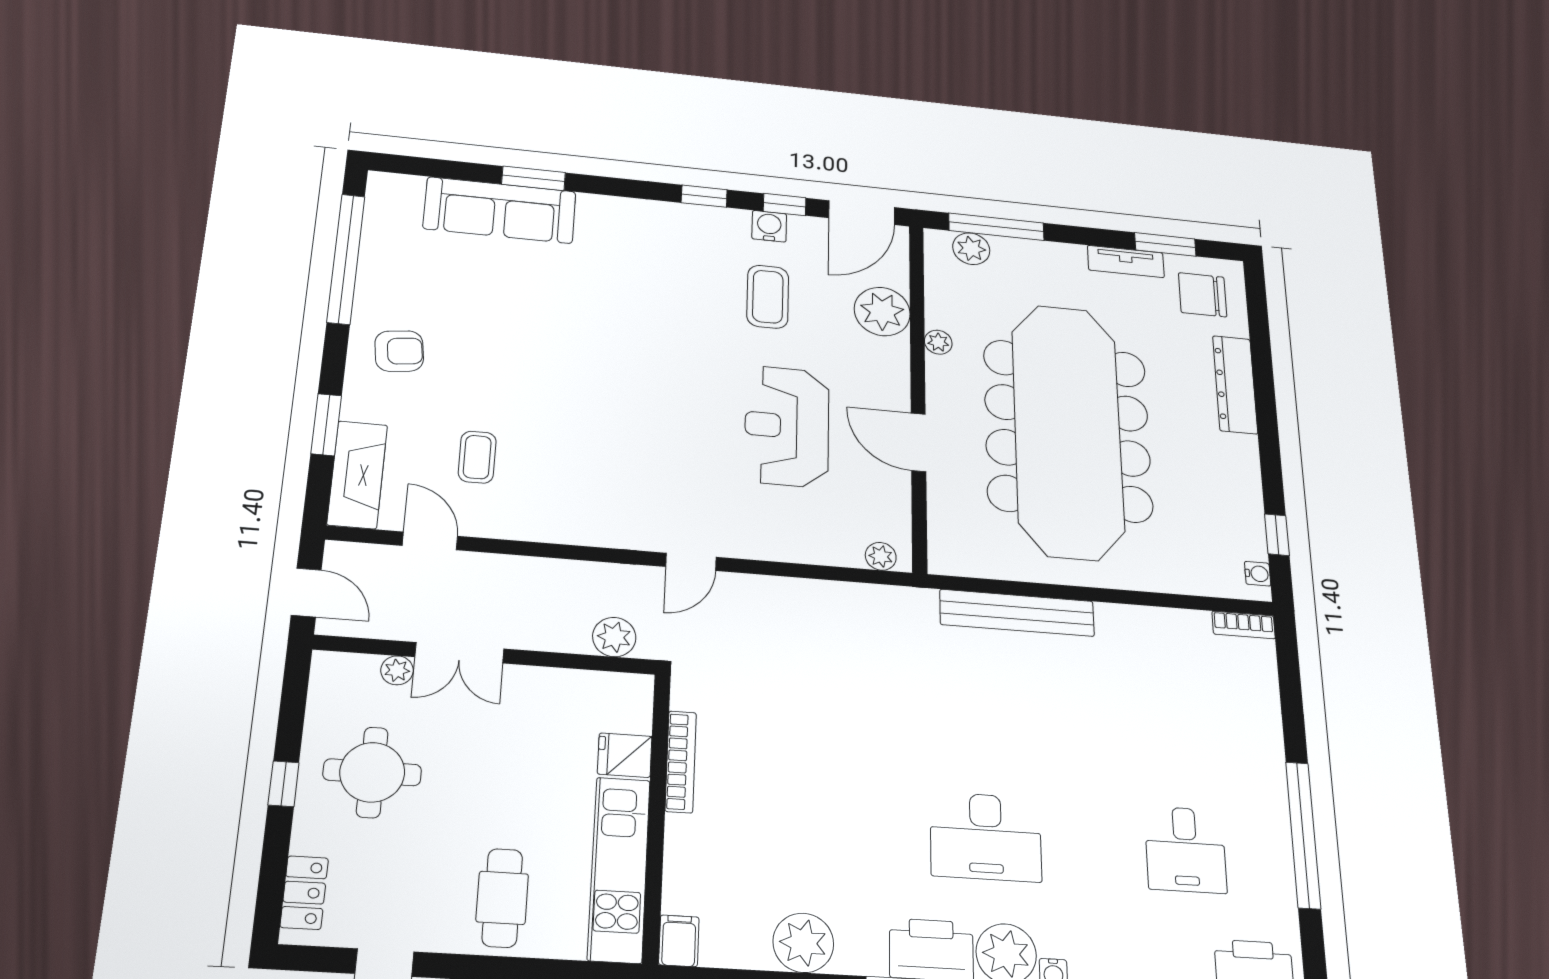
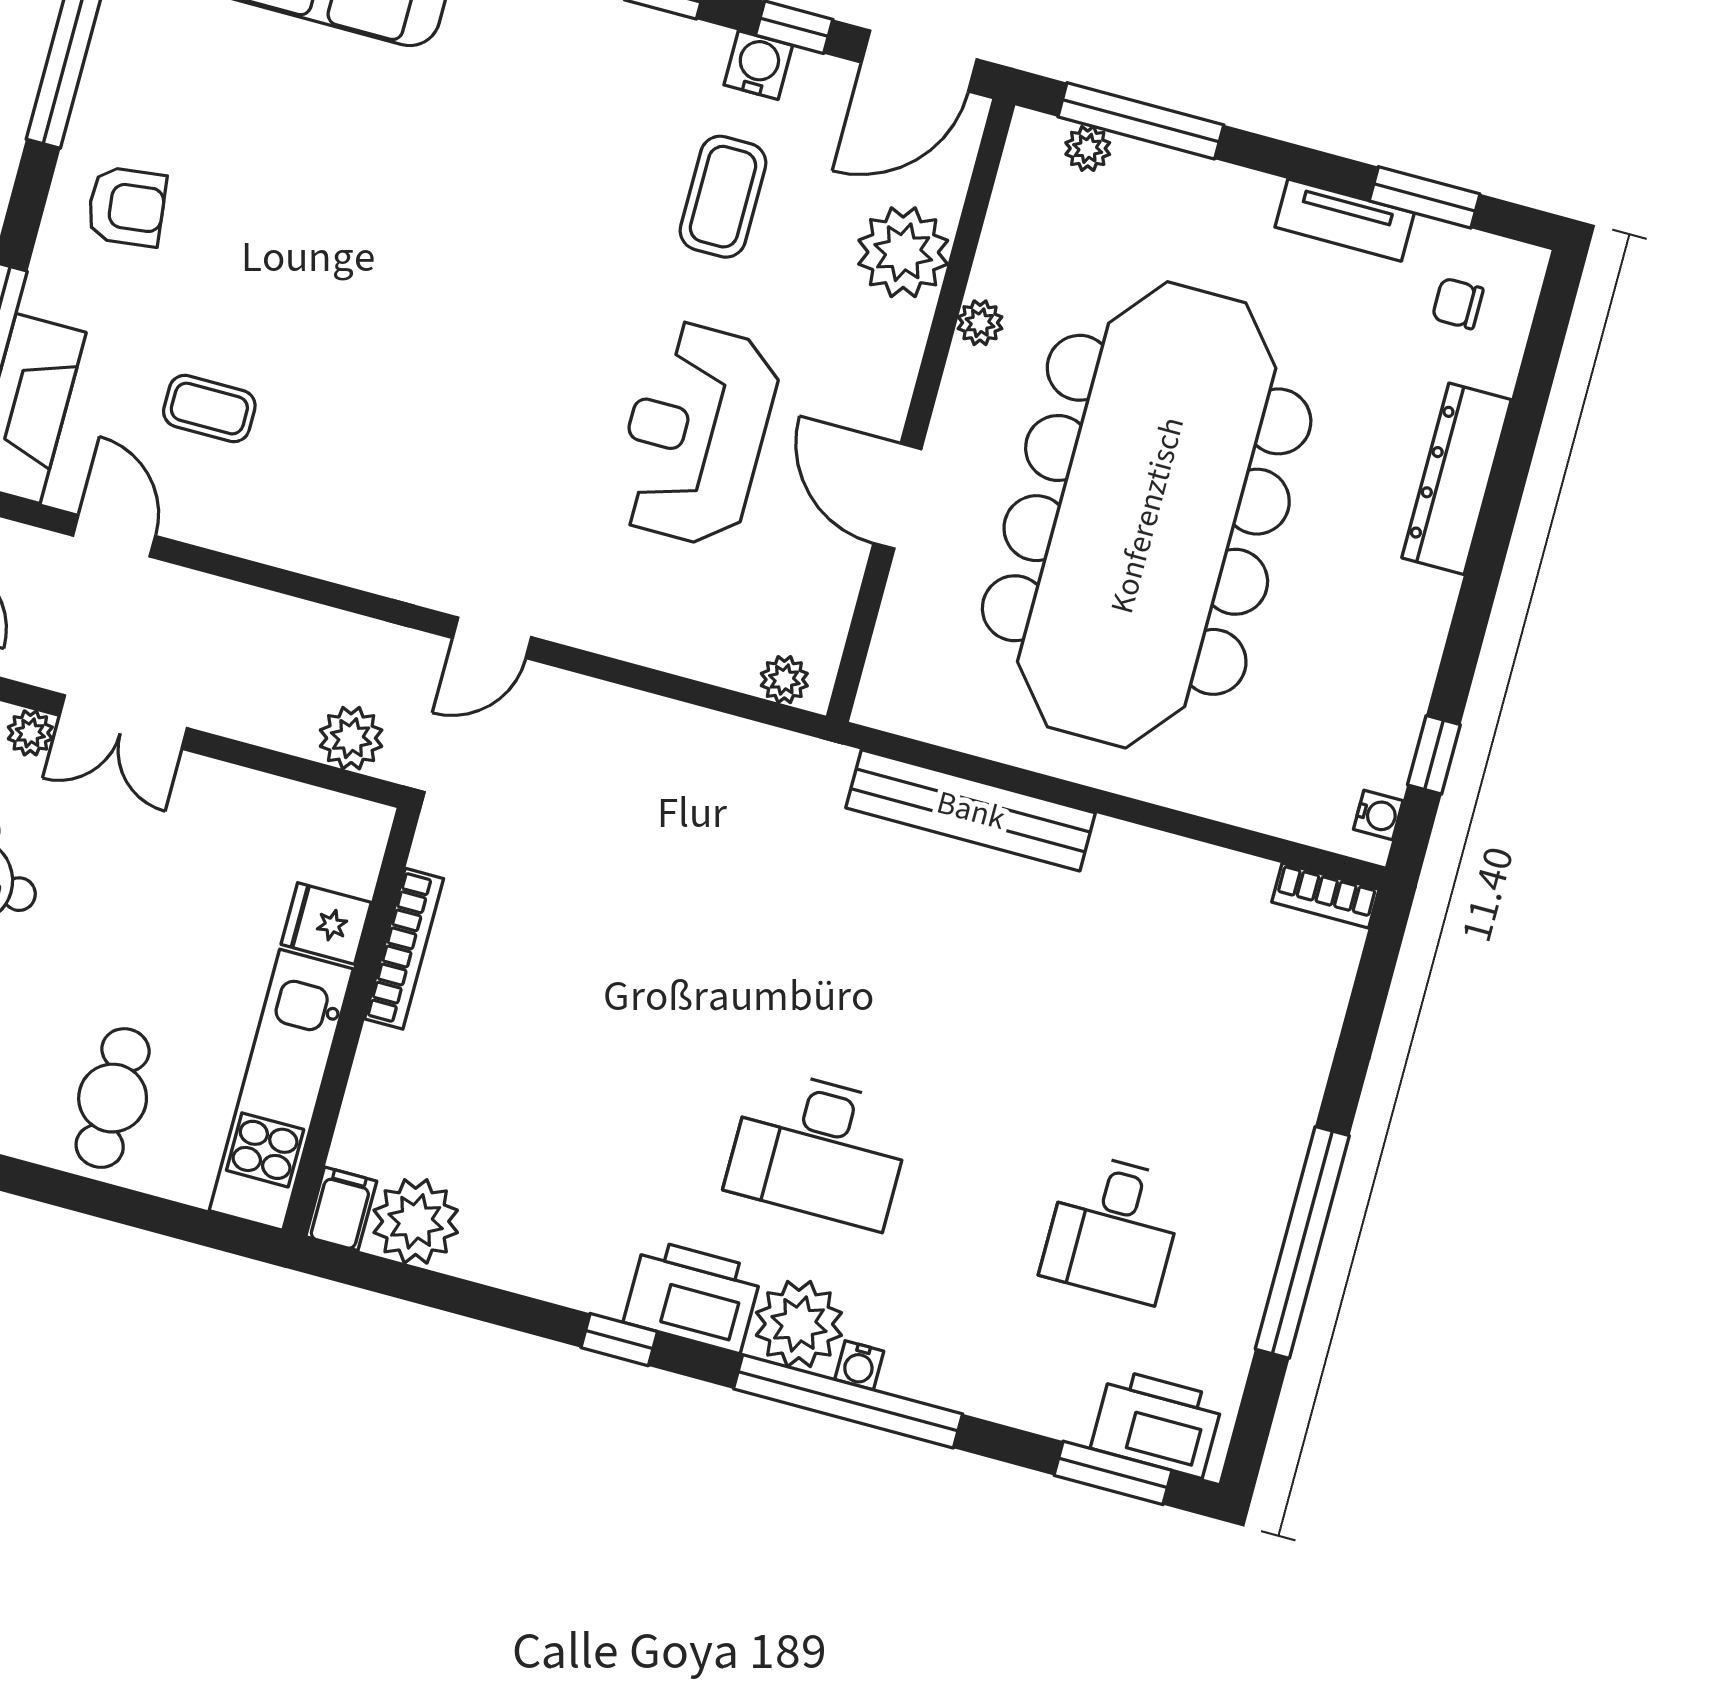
plant: (971, 249) -> (1088, 148), width x0.73, depth x0.73
chair: (1203, 295) -> (1458, 303), width x0.54, depth x0.54
coffee table: (477, 457) -> (209, 409), turned 90
plant: (803, 943) -> (416, 1221), moved

